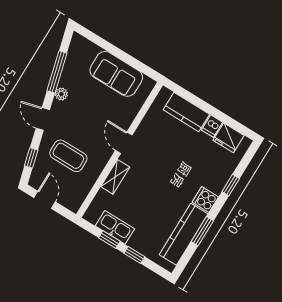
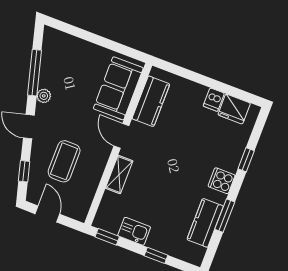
sofa: (116, 74) -> (118, 88), moved, turned 90
kitchen counter: (186, 112) -> (151, 101), moved, turned -90
coffee table: (68, 156) -> (64, 161), turned 90
kitchen sink: (115, 227) -> (134, 231), width x0.73
kitchen counter: (184, 234) -> (205, 223), width x0.67
window: (109, 240) -> (107, 237), moved

